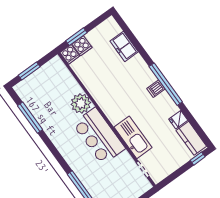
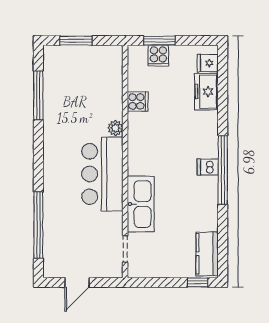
cooker: (70, 54) -> (138, 102), moved, turned -90
plant: (81, 103) -> (115, 128), width x0.53, depth x0.53
fridge: (178, 120) -> (208, 63), moved

